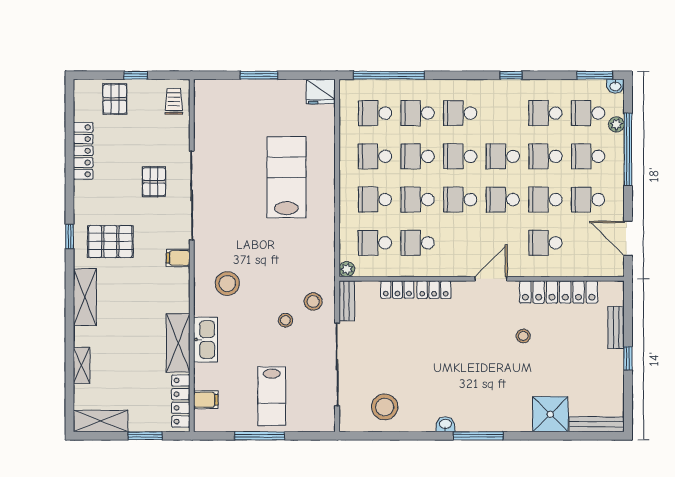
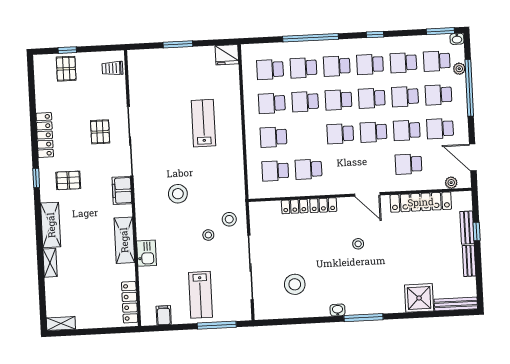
window: (136, 75) -> (67, 50), moved
window: (389, 75) -> (311, 38), moved
trolley: (174, 101) -> (112, 68), turned -90
locker: (83, 151) -> (45, 135), moved
lab bench: (286, 177) -> (203, 123), width x0.73, depth x0.72
school desk: (418, 200) -> (370, 64), moved
pallet: (110, 242) -> (68, 180), width x0.67, depth x0.71
filing cabinet: (178, 258) -> (122, 190), width x2.00
plant: (347, 269) -> (451, 183), moved
door: (491, 279) -> (367, 194), swing flipped
stool: (227, 283) -> (178, 194), moved
bench: (347, 301) -> (469, 261), moved
stool: (523, 336) -> (358, 244), moved
kitchen sink: (205, 340) -> (147, 253), width x0.73
shelving: (178, 343) -> (124, 240), moved
window: (628, 358) -> (477, 231), moved
shelving: (82, 365) -> (50, 263), moved
filing cabinet: (206, 400) -> (164, 315), moved, turned -90
stool: (385, 407) -> (295, 284), moved
shelving: (101, 421) -> (61, 324), width x0.67, depth x0.75
window: (145, 436) -> (103, 331), removed
window: (260, 436) -> (217, 325), moved

